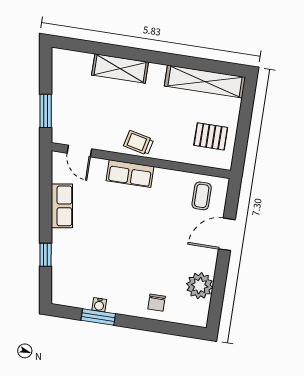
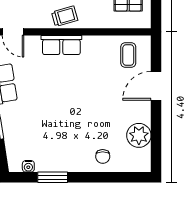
trolley: (139, 143) -> (65, 16), turned 151
water cooler: (99, 305) -> (28, 166), moved

